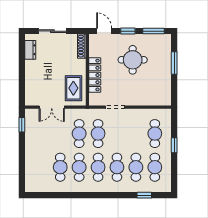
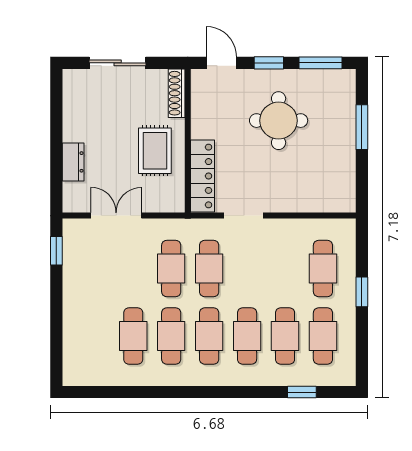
dresser: (30, 50) -> (73, 162), moved
locker: (95, 75) -> (203, 176), moved
rug: (73, 88) -> (155, 151), moved
double door: (52, 107) -> (116, 216), swing flipped

